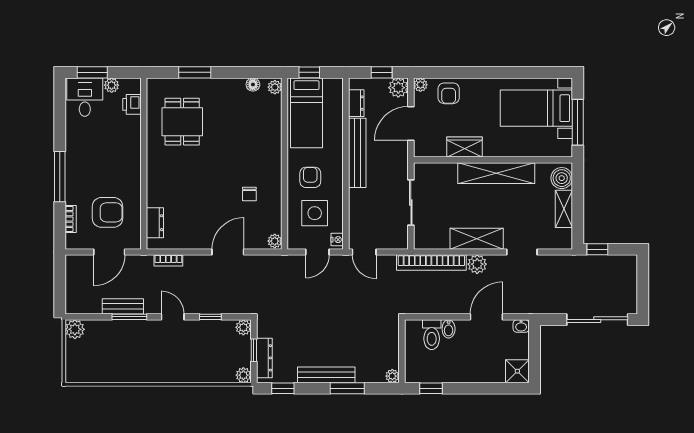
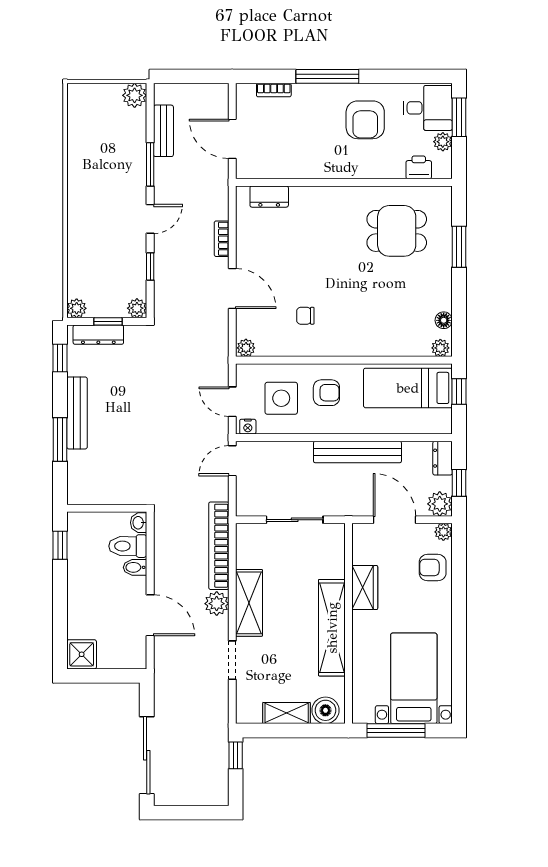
dresser: (356, 103) -> (443, 458), moved, turned 90
armchair: (108, 212) -> (365, 120), moved
bookcase: (168, 260) -> (222, 239), moved
bench: (123, 306) -> (163, 131), moved
washbasin: (521, 326) -> (139, 523), moved
plant: (392, 376) -> (75, 496), removed

